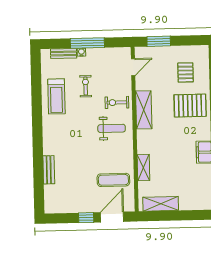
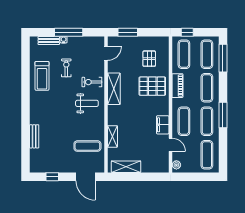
door: (112, 217) -> (86, 177), swing flipped
window: (86, 218) -> (52, 177), moved

